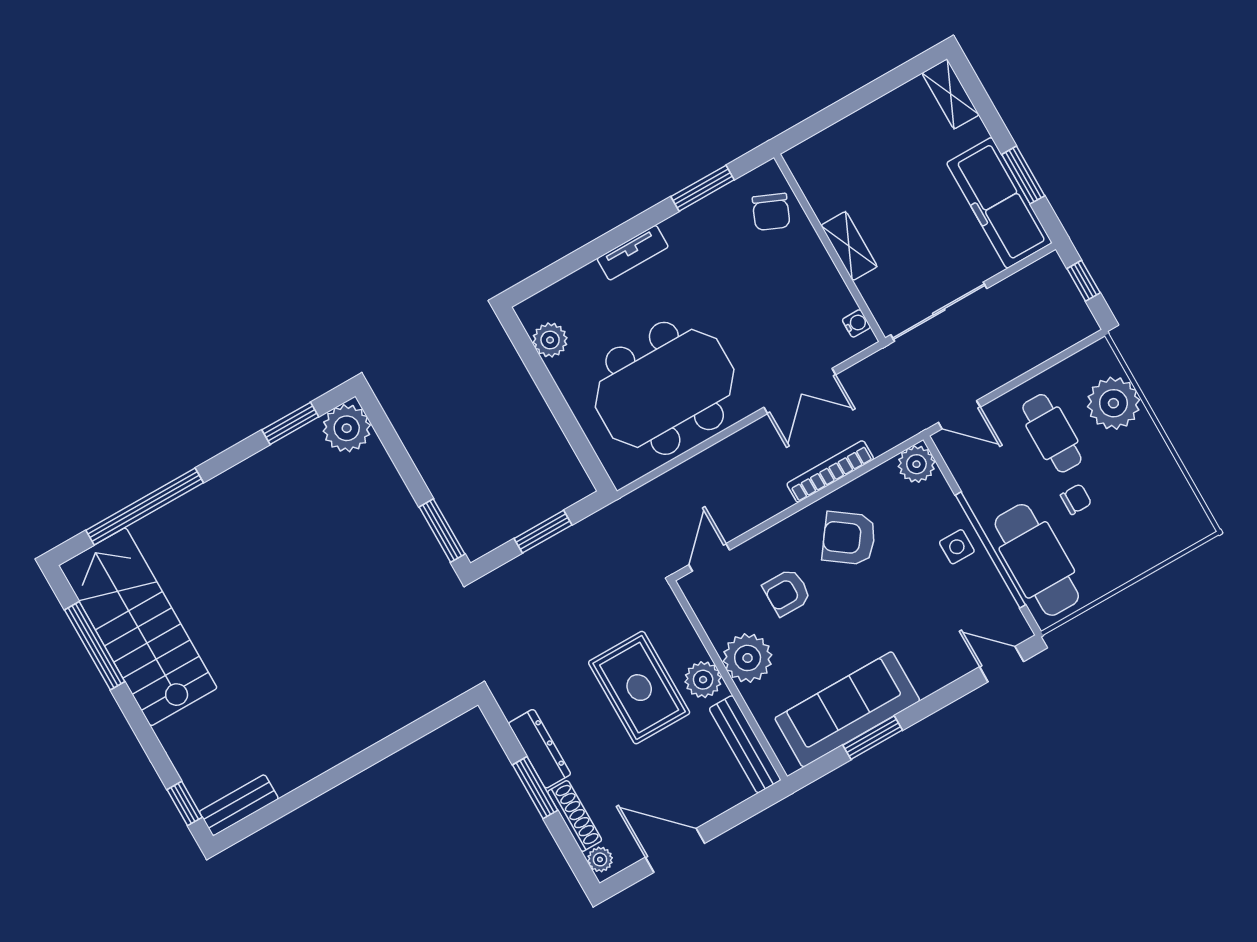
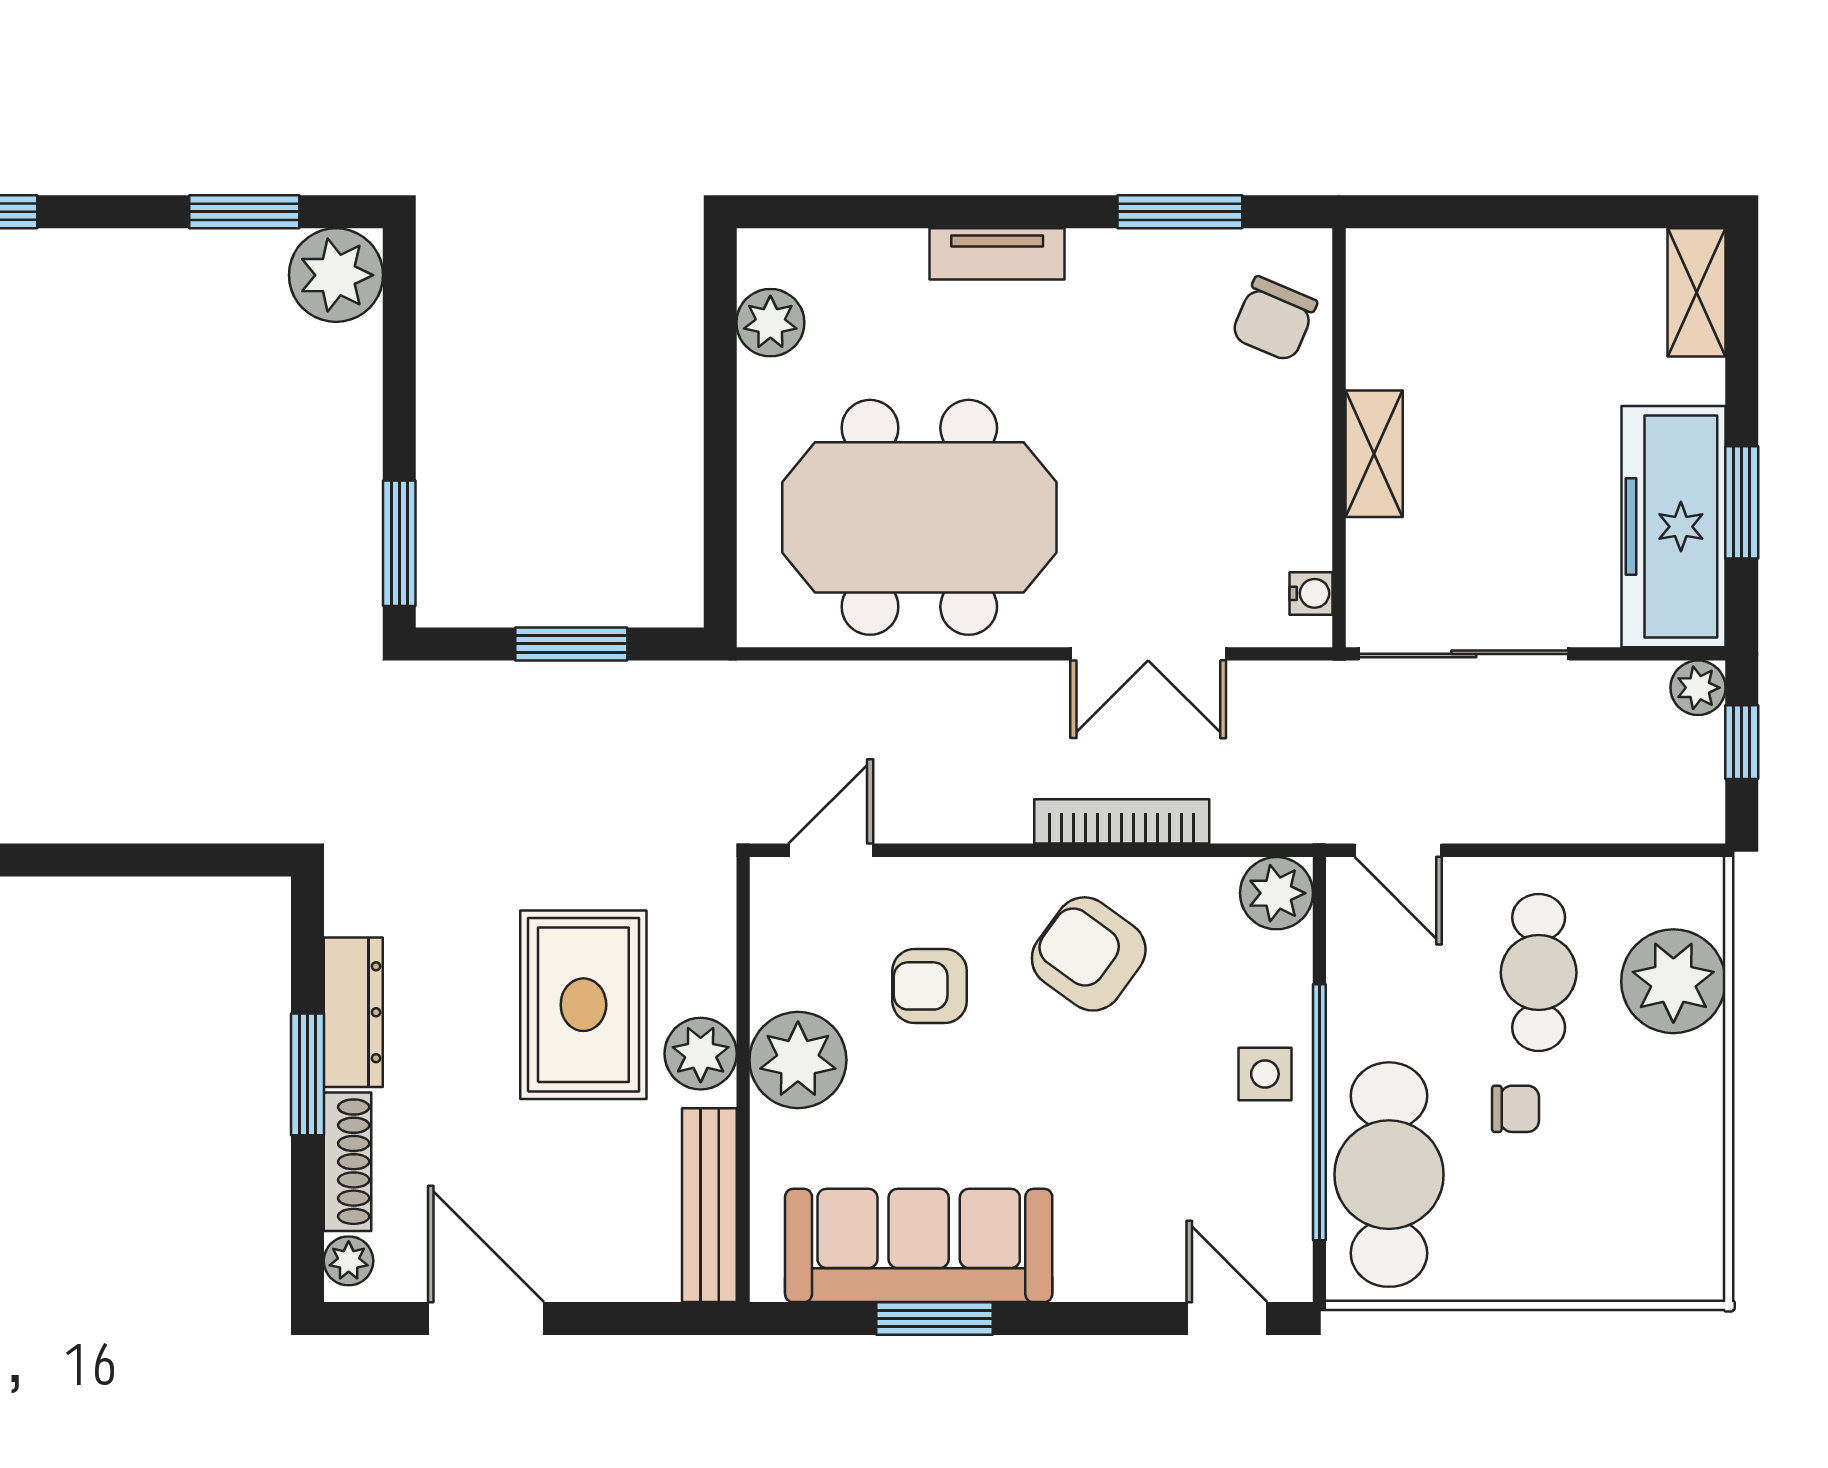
plant: (1051, 268) -> (1698, 688), added

